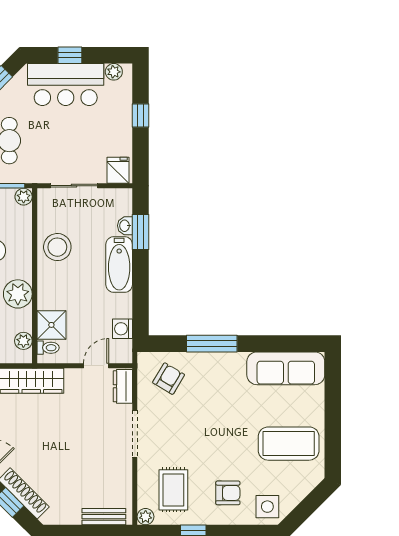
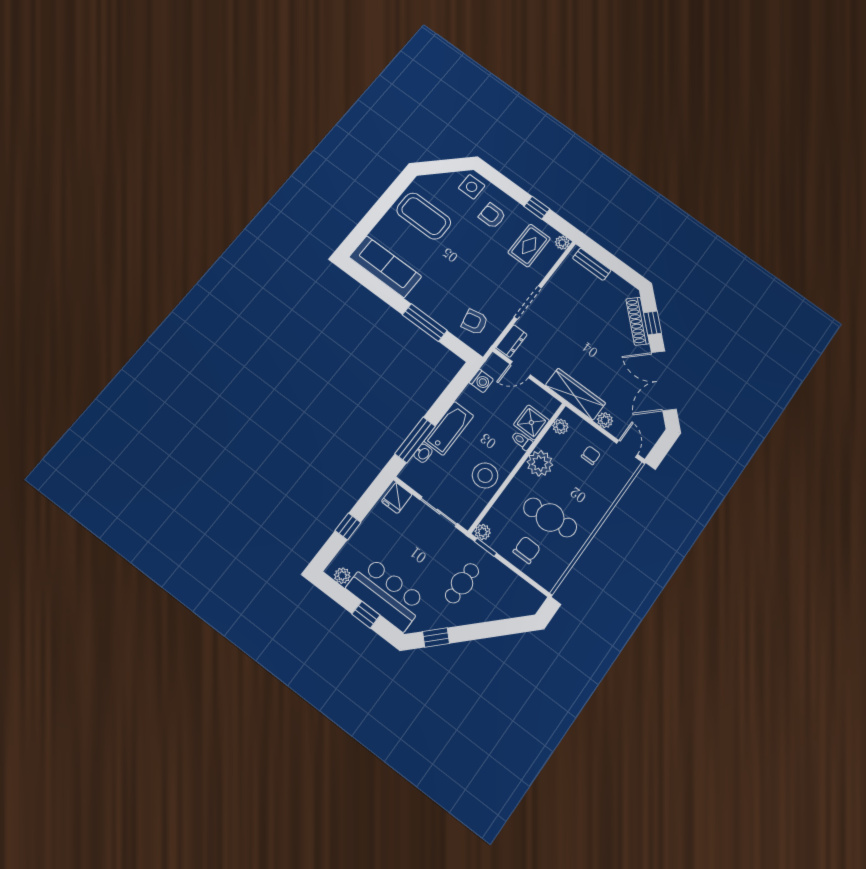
window: (141, 232) -> (415, 440), width x1.44
toilet: (48, 348) -> (522, 441), moved
armchair: (169, 379) -> (475, 322), turned 47

